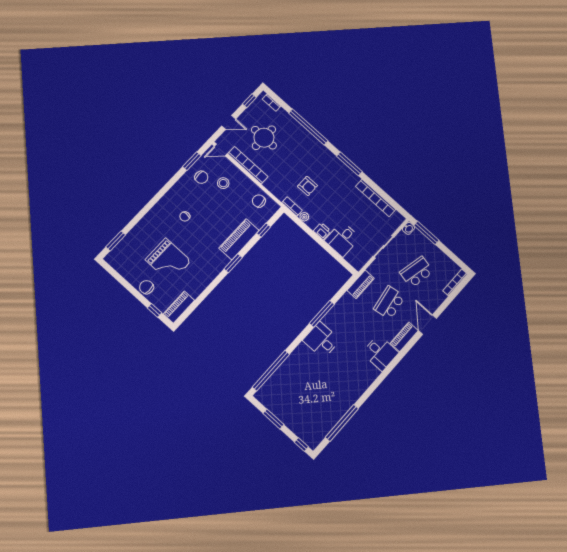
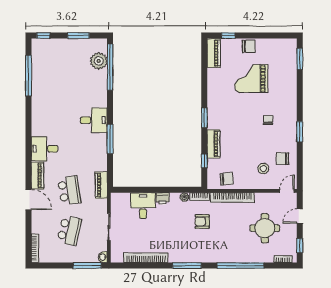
window: (192, 161) -> (300, 132), moved
bookcase: (248, 165) -> (232, 198), moved
piano: (239, 239) -> (214, 144), width x0.73, depth x0.75
plant: (275, 384) -> (99, 61), added

